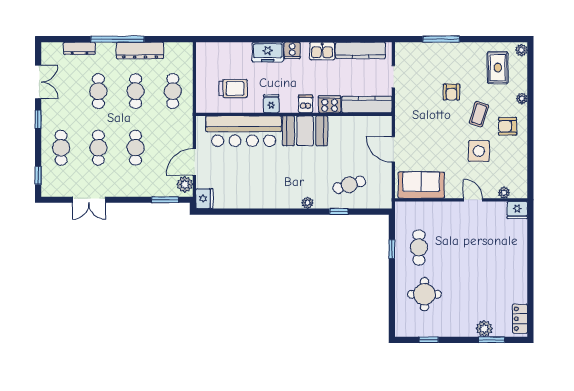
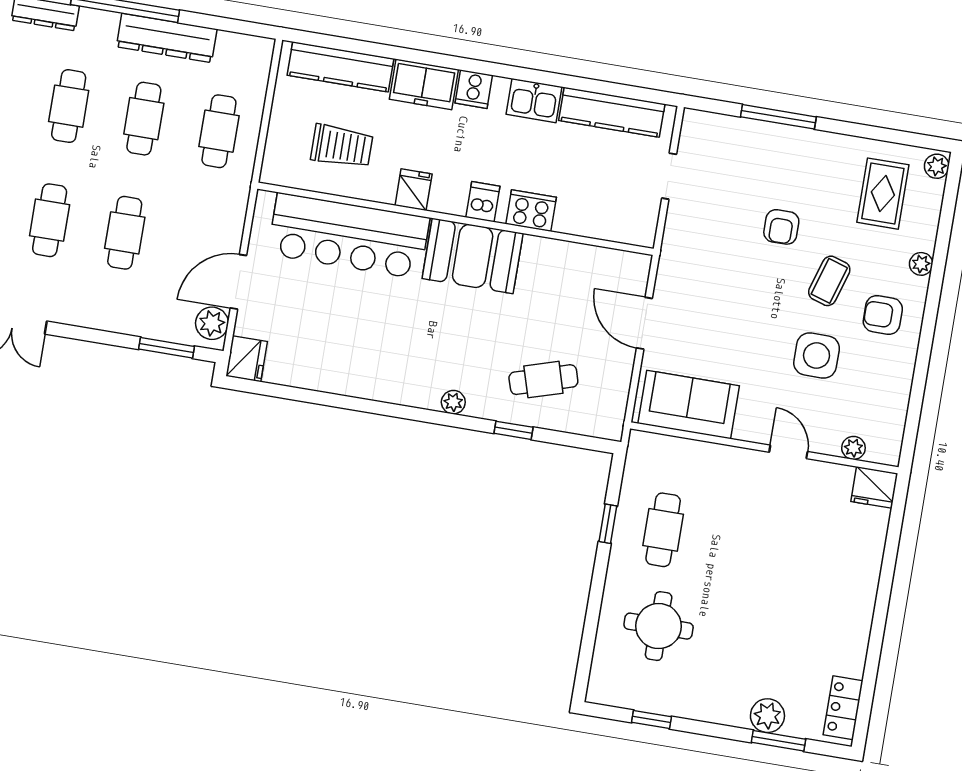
kitchen counter: (367, 104) -> (340, 67), moved, turned 180

